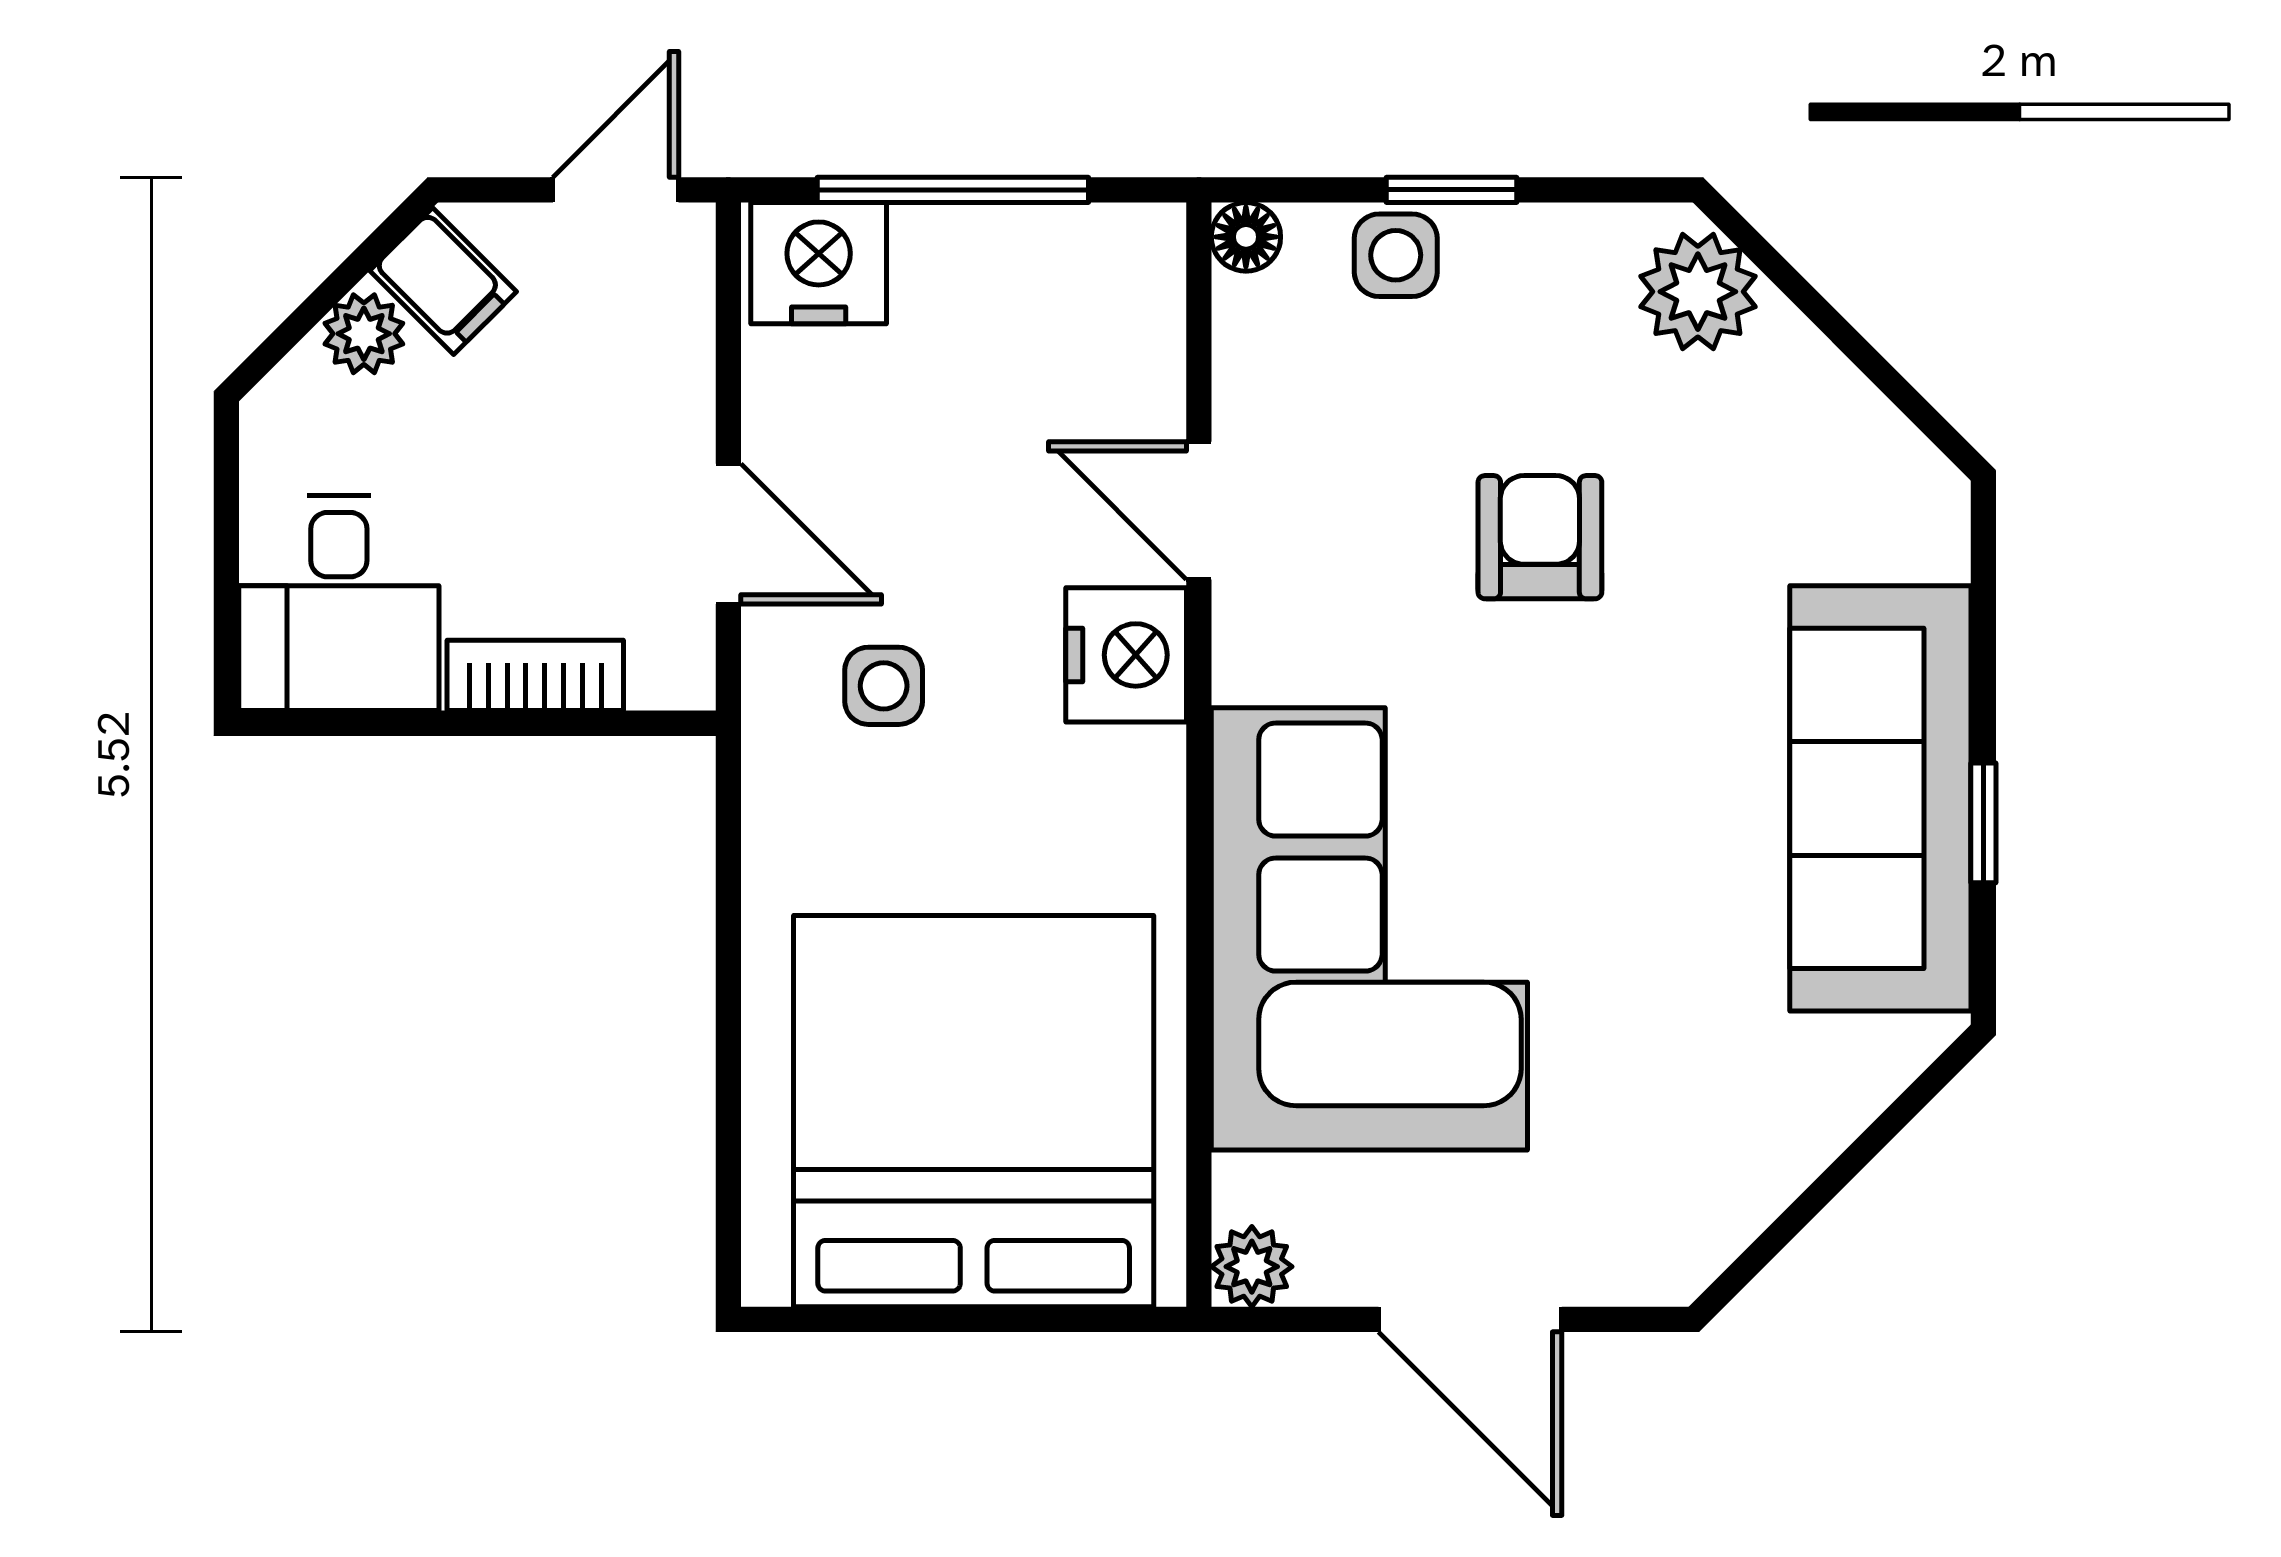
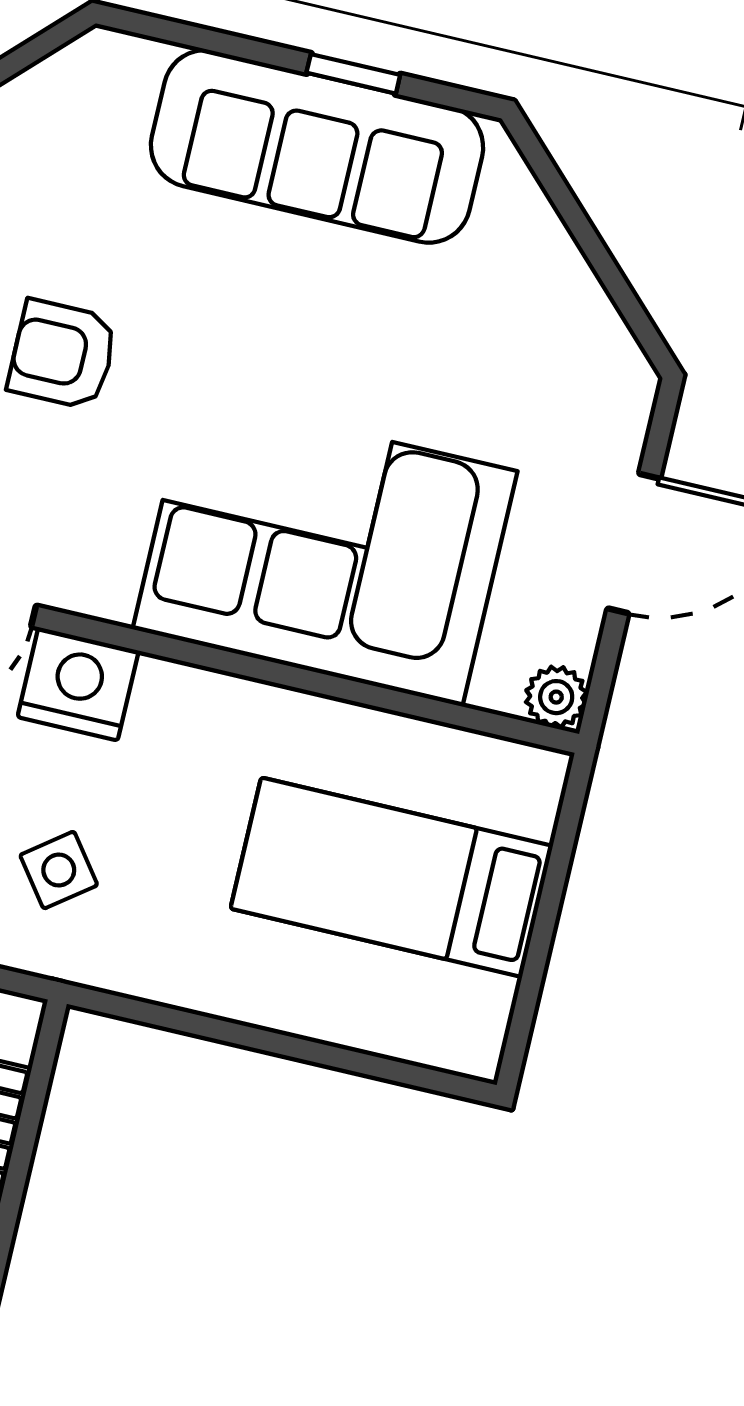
side table: (884, 686) -> (59, 870), turned -37
bed: (974, 1111) -> (392, 877), width x0.49

